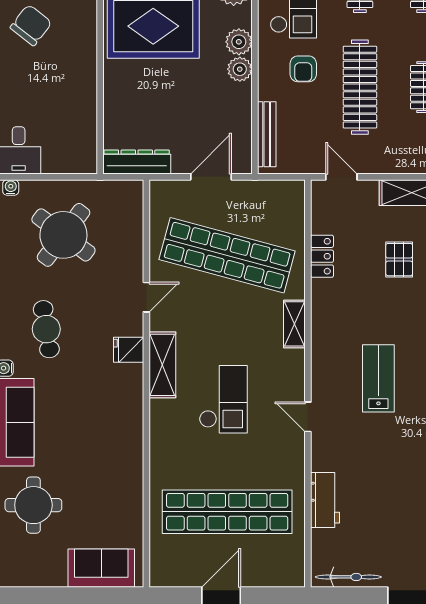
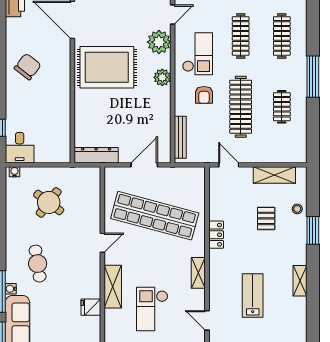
plant: (240, 69) -> (163, 95), removed
round table: (63, 235) -> (49, 202), width x0.73, depth x0.73
locker: (322, 256) -> (216, 235), moved
shelving: (294, 324) -> (198, 273), moved
fridge: (129, 350) -> (91, 307), moved
checkout: (223, 399) -> (152, 309), turned 180

